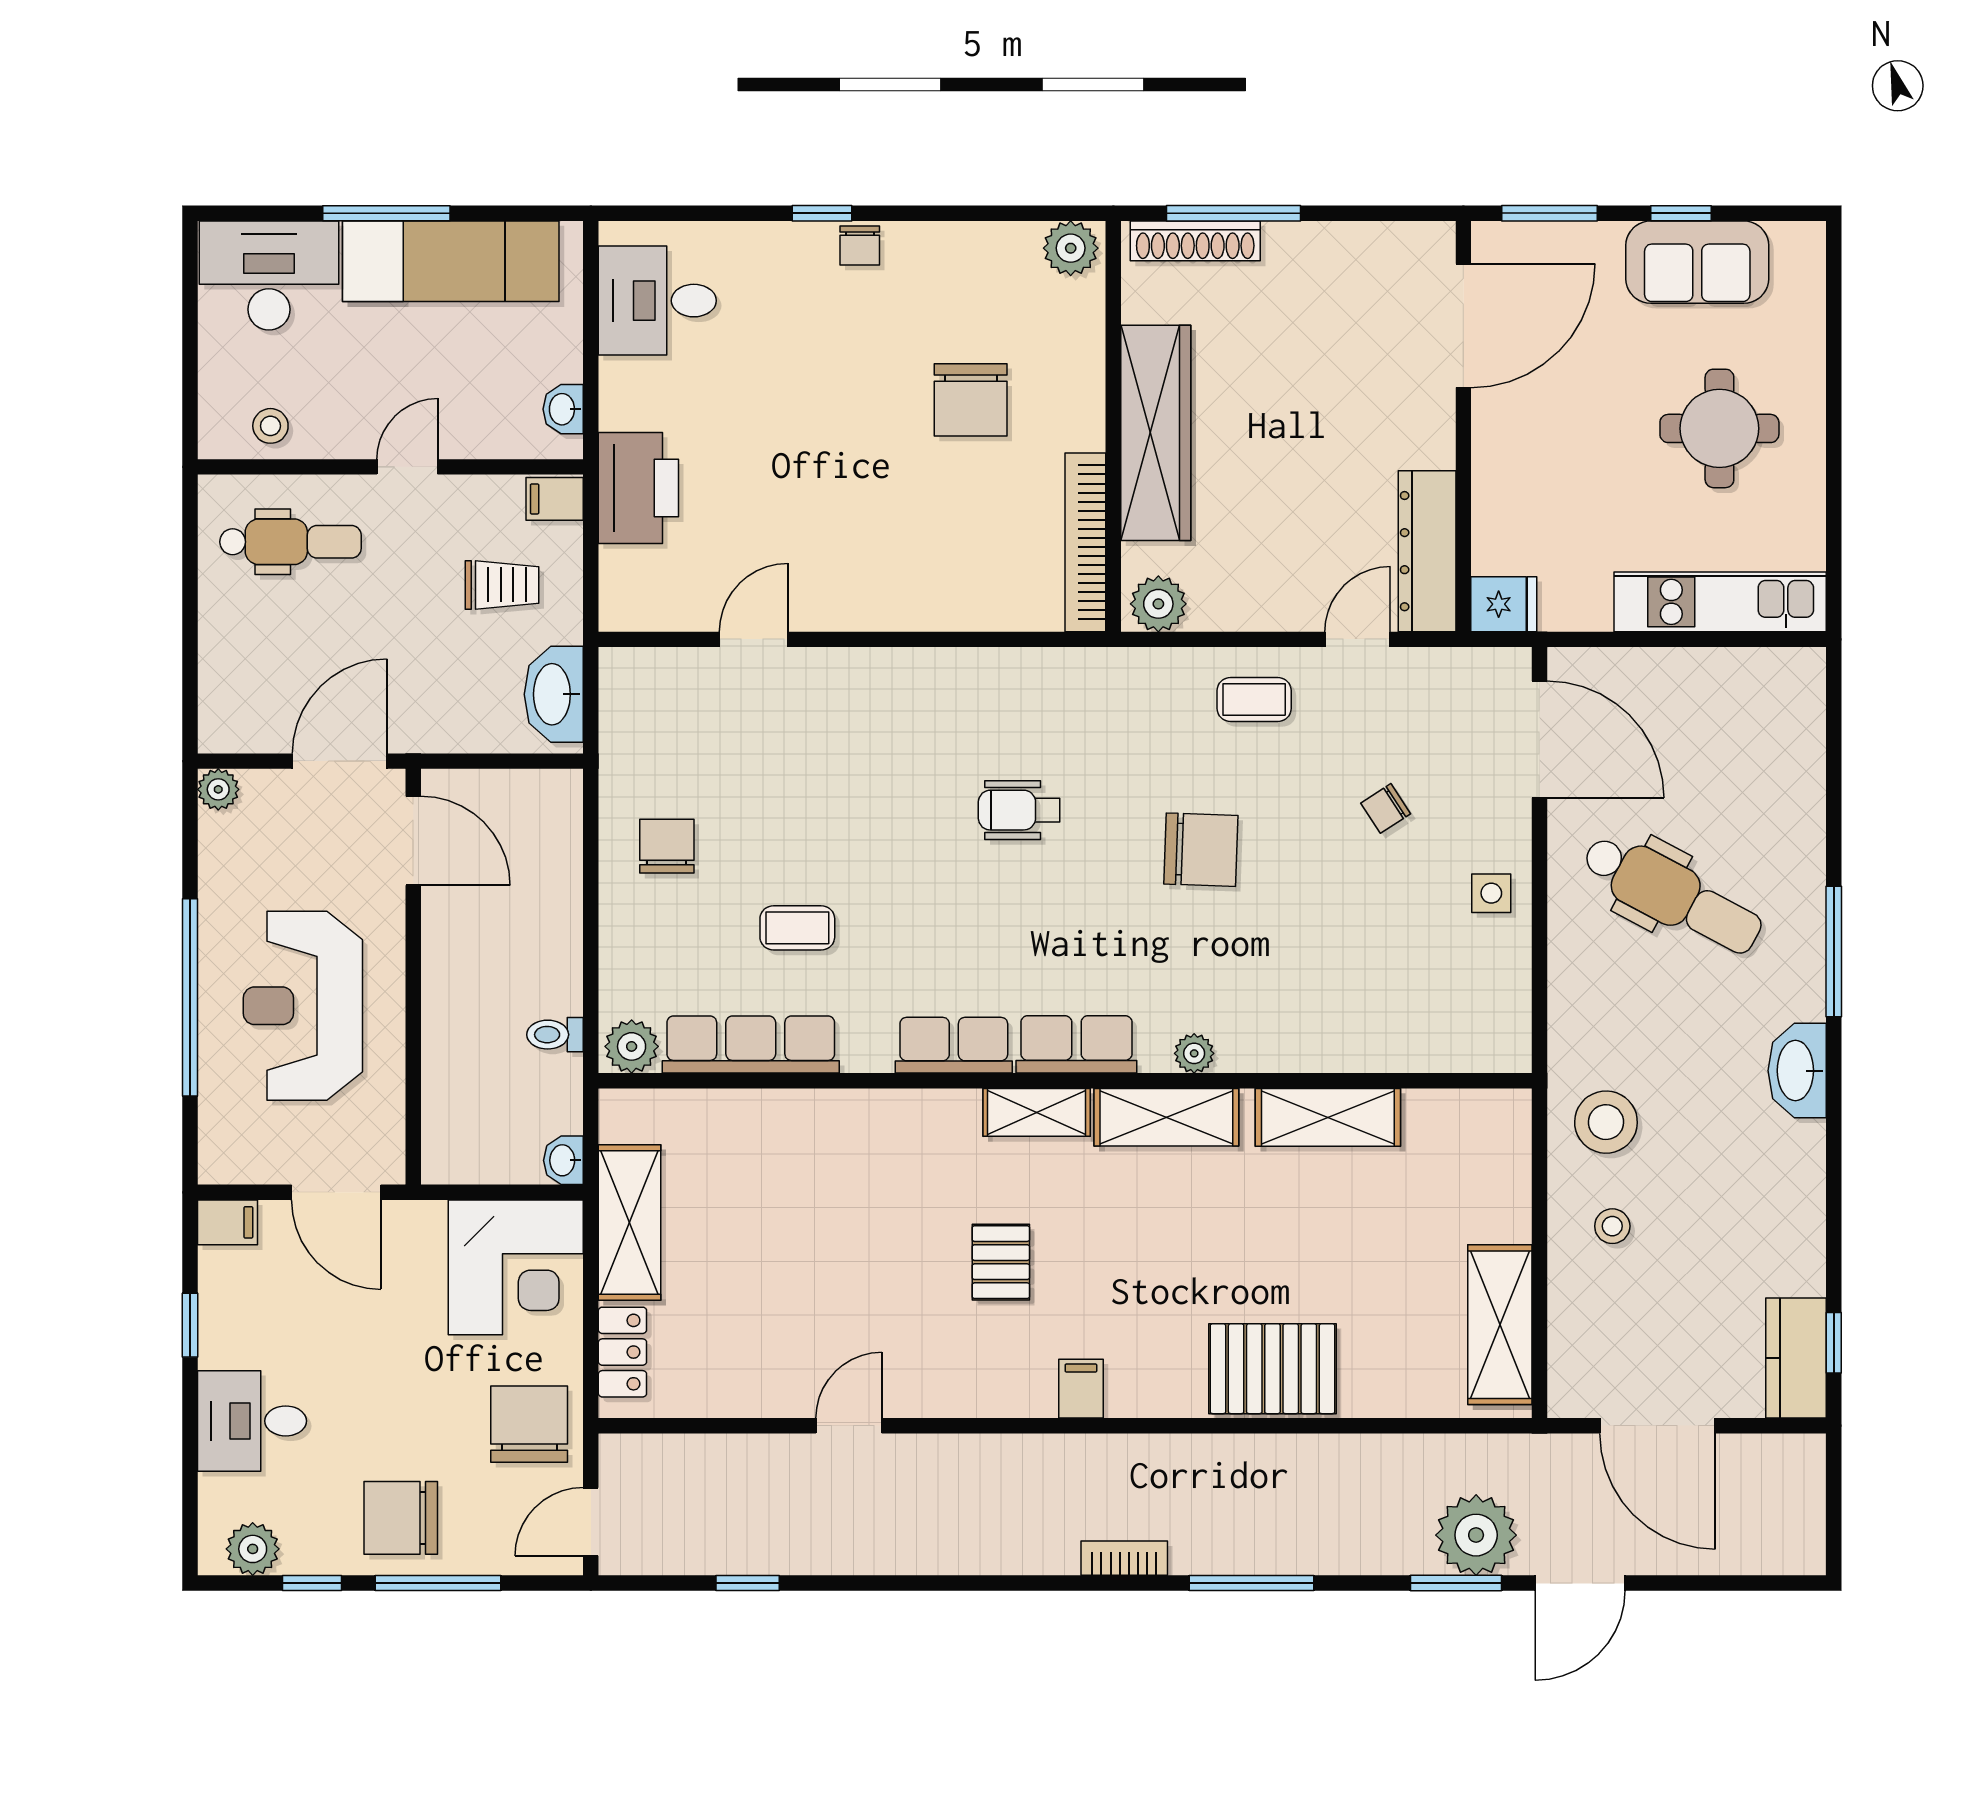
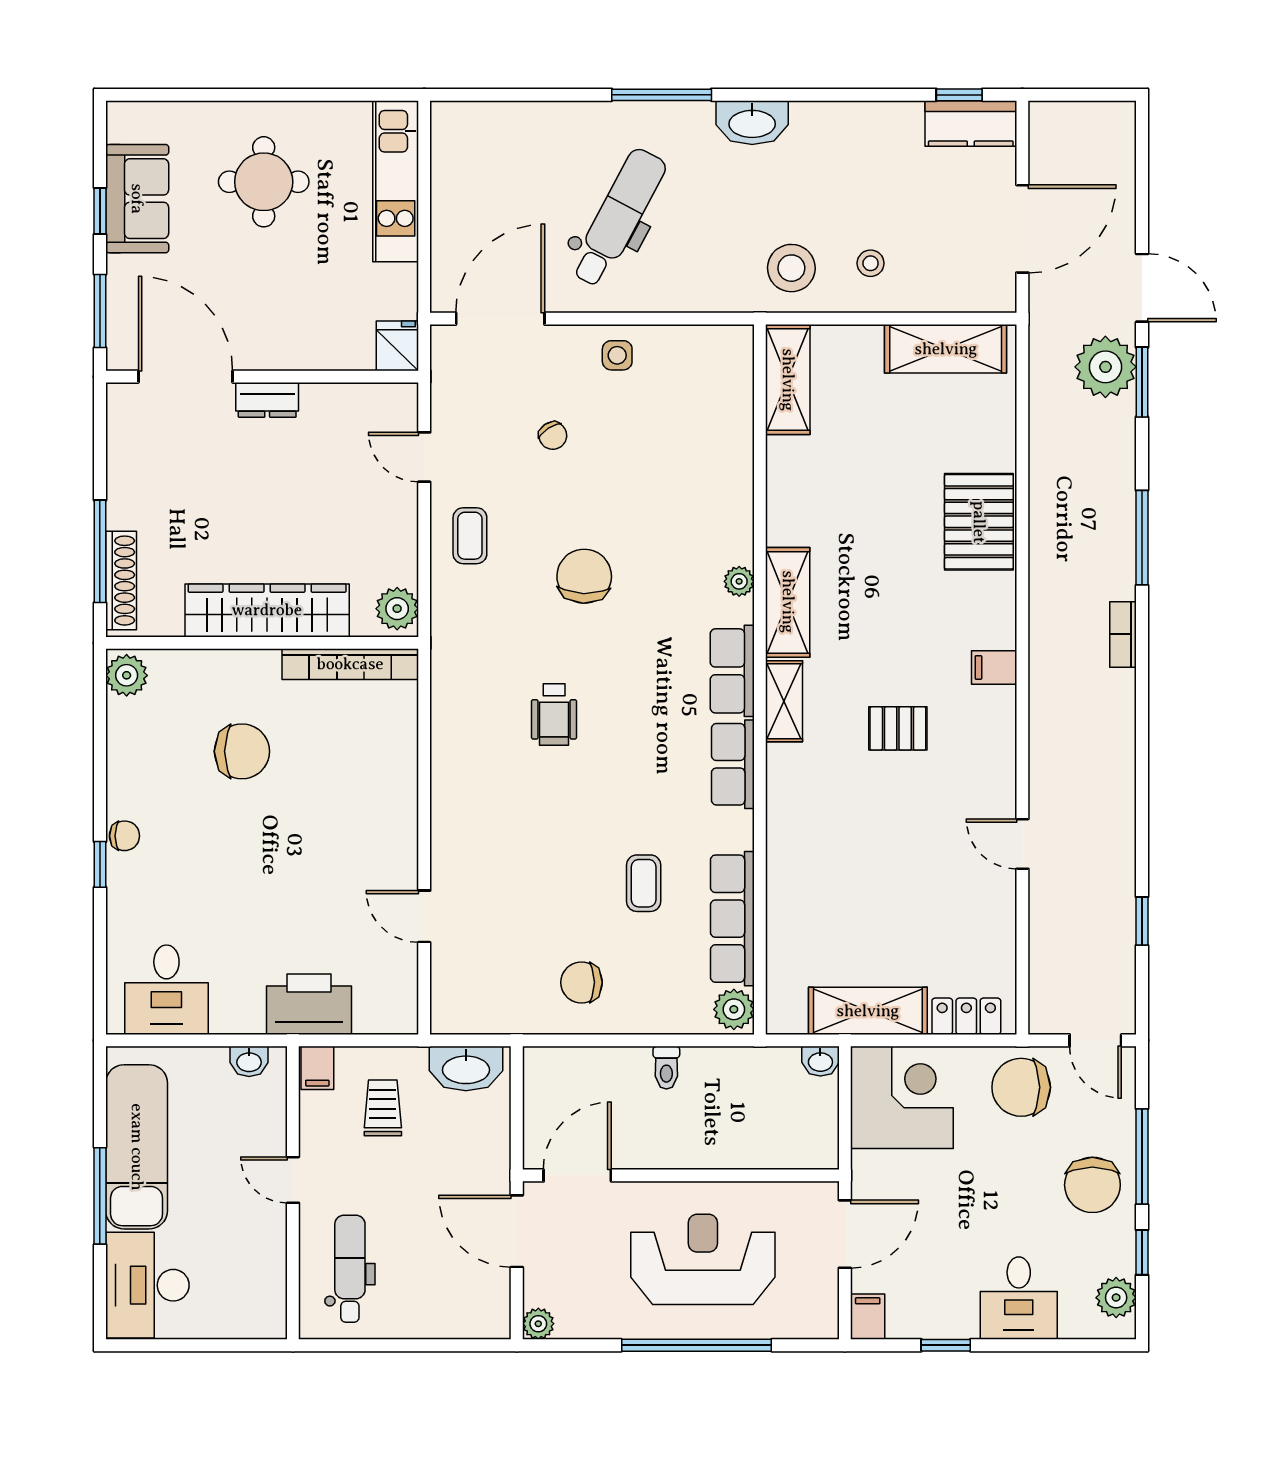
stool: (270, 426) -> (262, 1284), removed
dresser: (1427, 551) -> (267, 400), moved, width x0.51, depth x0.80
reception desk: (303, 1006) -> (703, 1259), turned 180
toilet: (555, 1035) -> (666, 1068), moved
shelving: (1328, 1117) -> (788, 380), moved

